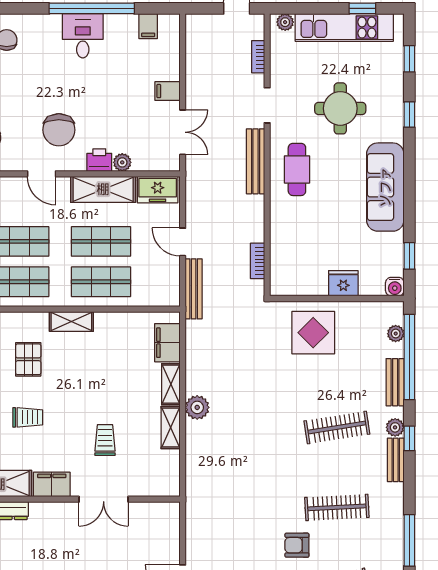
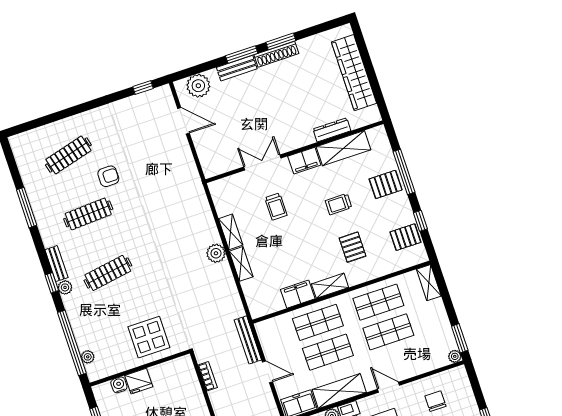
water cooler: (395, 287) -> (119, 385), moved
filing cabinet: (167, 343) -> (298, 294), moved, turned -90
bench: (395, 382) -> (76, 321), removed

